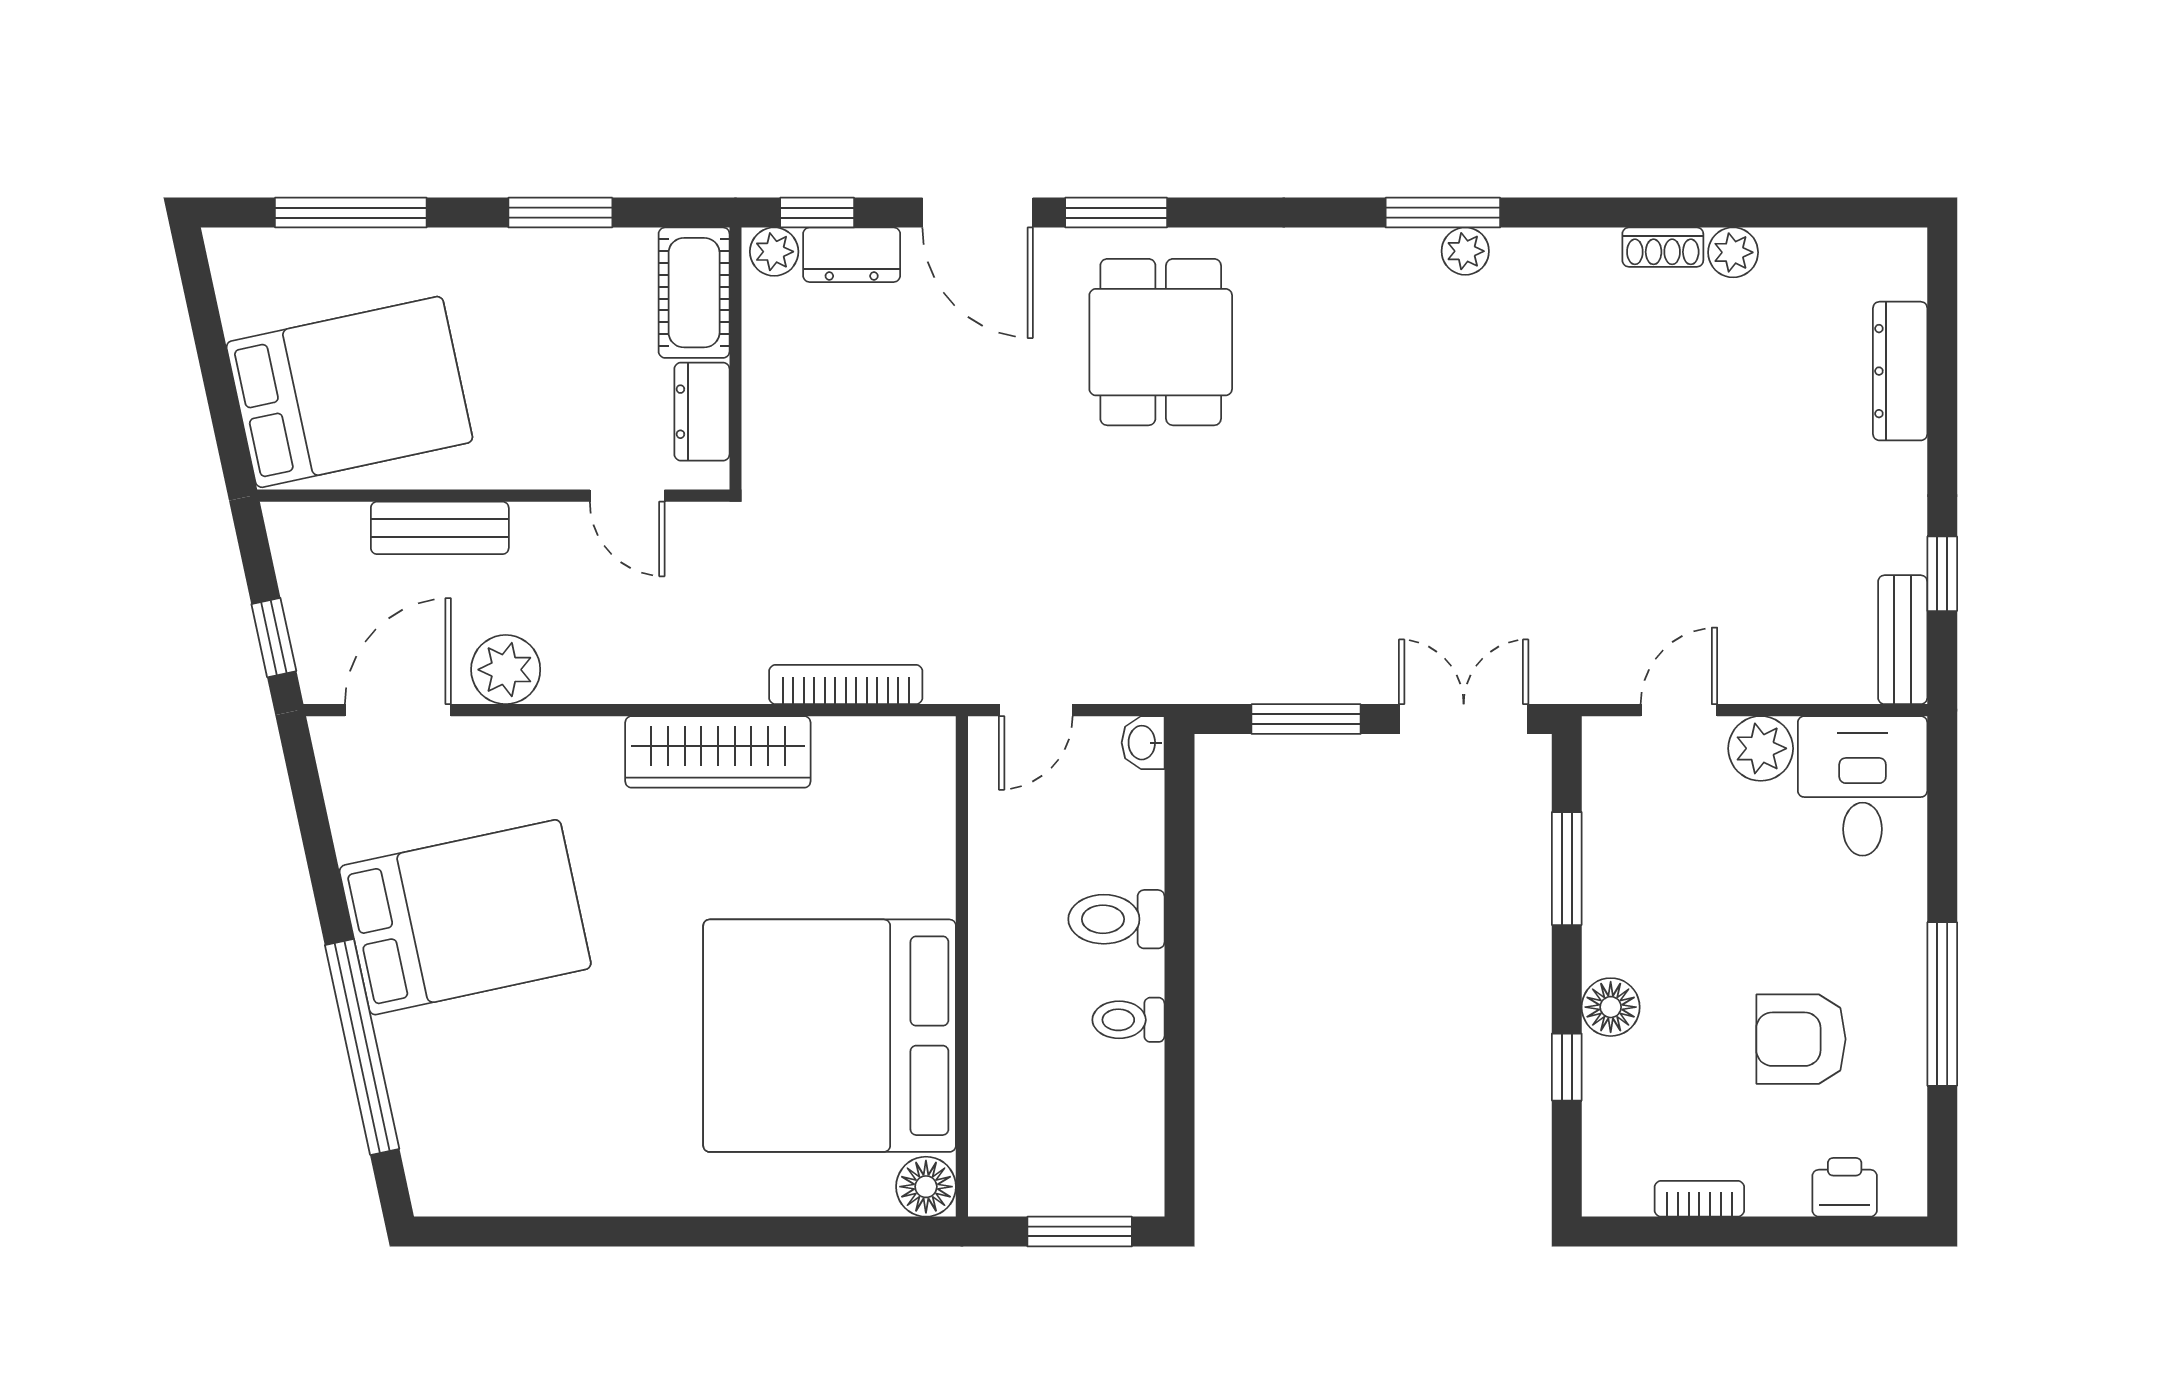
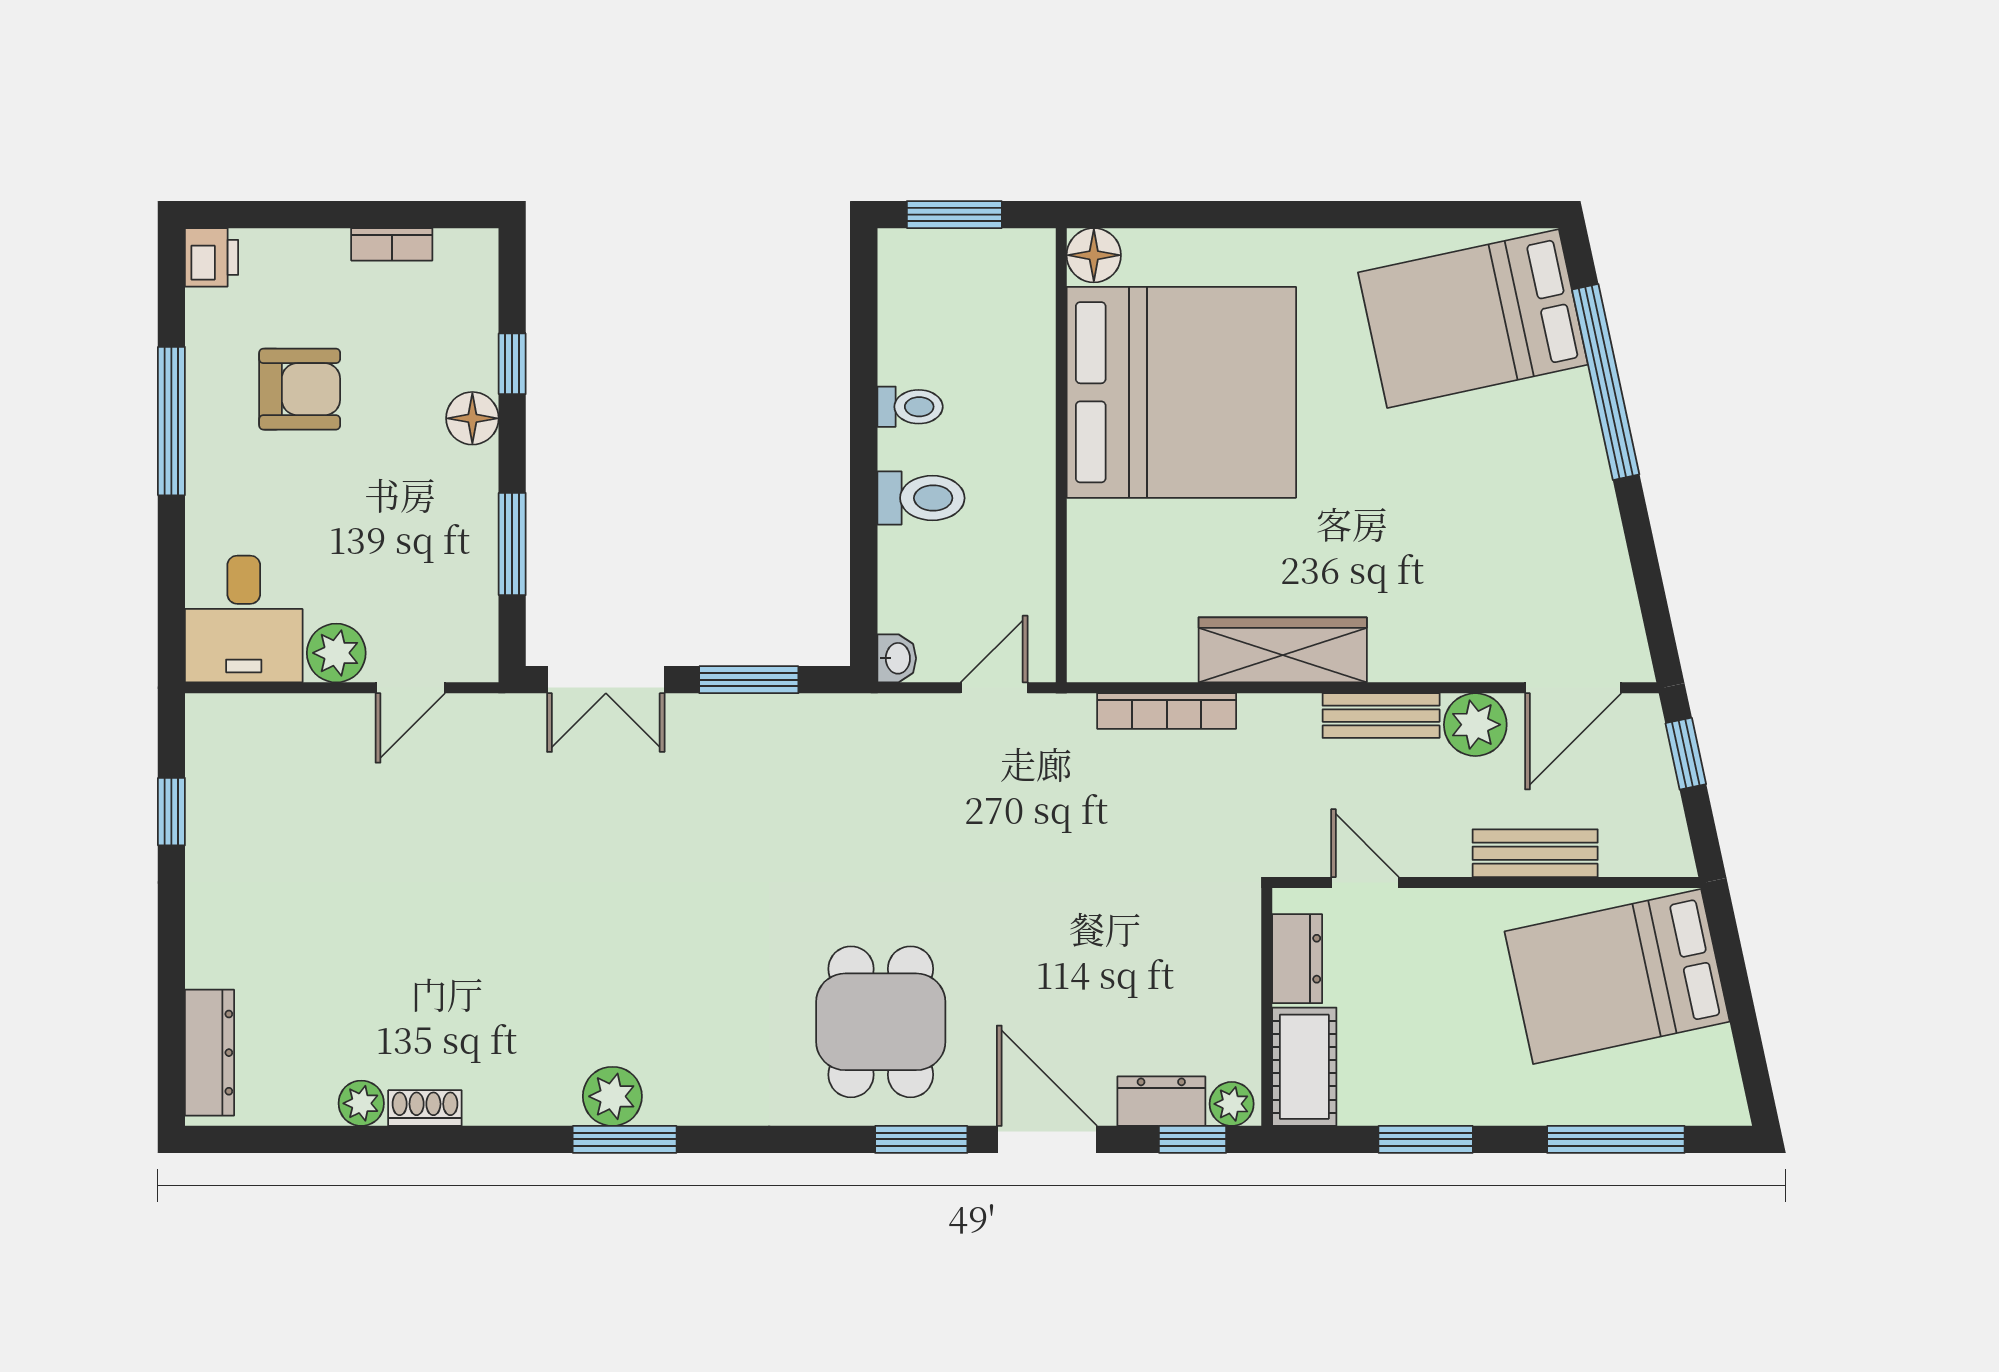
plant: (1465, 251) -> (612, 1096), width x1.38, depth x1.38
dresser: (1900, 371) -> (210, 1053), moved
bench: (1903, 640) -> (1381, 716), moved, turned 90
bed: (465, 917) -> (1473, 319), moved
printer: (1845, 1187) -> (212, 257), moved, turned -90

